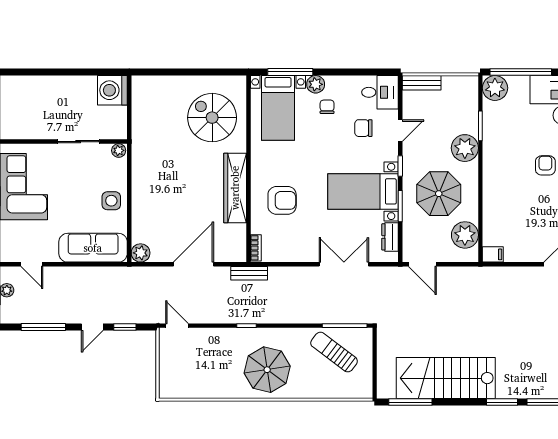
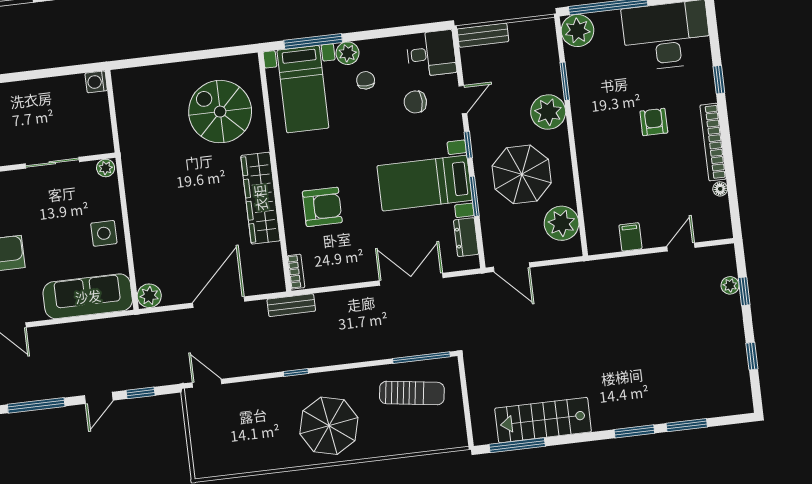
washing machine: (112, 90) -> (96, 82), width x0.53, depth x0.53
filing cabinet: (493, 254) -> (630, 237), moved, turned -90
sun lounger: (334, 352) -> (412, 393), turned 151
stairs: (446, 378) -> (543, 420), width x0.73, depth x0.66

